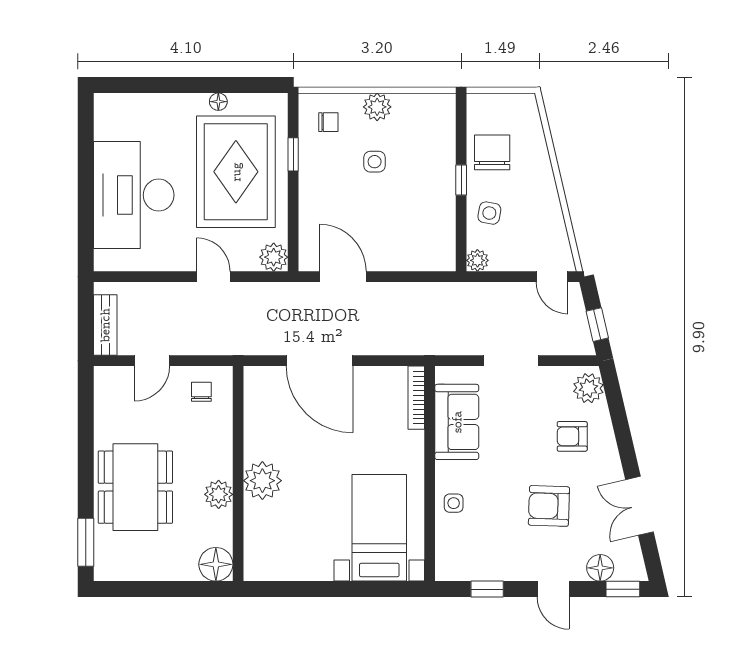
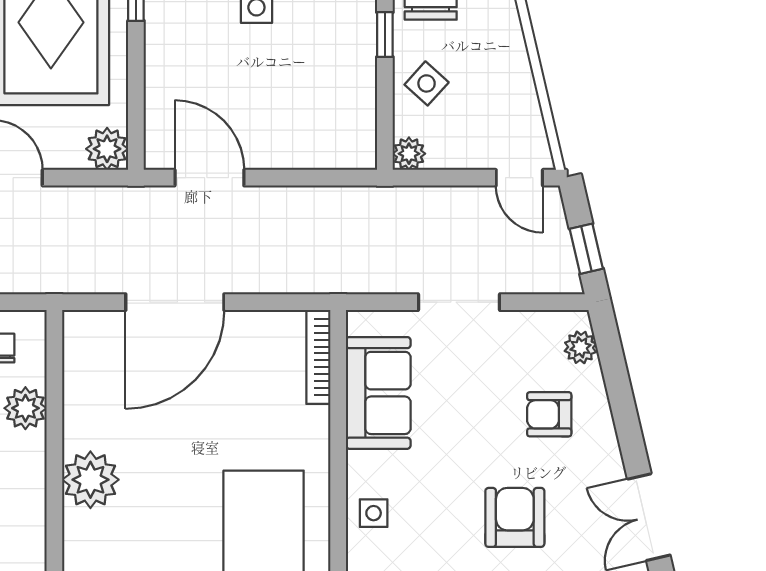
side table: (489, 213) -> (427, 83), turned 32
door: (319, 361) -> (175, 302), hinge flipped
plant: (588, 388) -> (581, 347), width x0.73, depth x0.73
plant: (219, 494) -> (25, 408), moved
armchair: (549, 506) -> (515, 517), turned 88

